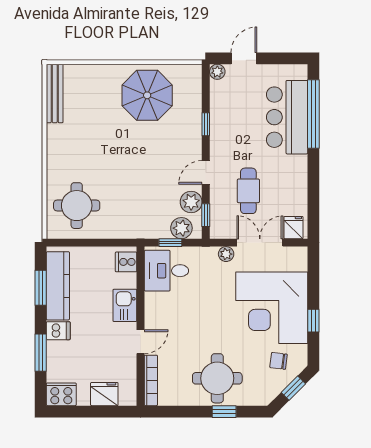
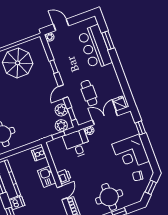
door: (244, 58) -> (61, 25), hinge flipped
window: (313, 114) -> (108, 40), width x0.47
desk: (166, 271) -> (77, 144), moved, turned 90
corner desk: (272, 308) -> (131, 153), width x0.74, depth x0.74
printer: (154, 315) -> (64, 176), added
window: (313, 321) -> (140, 128), moved

